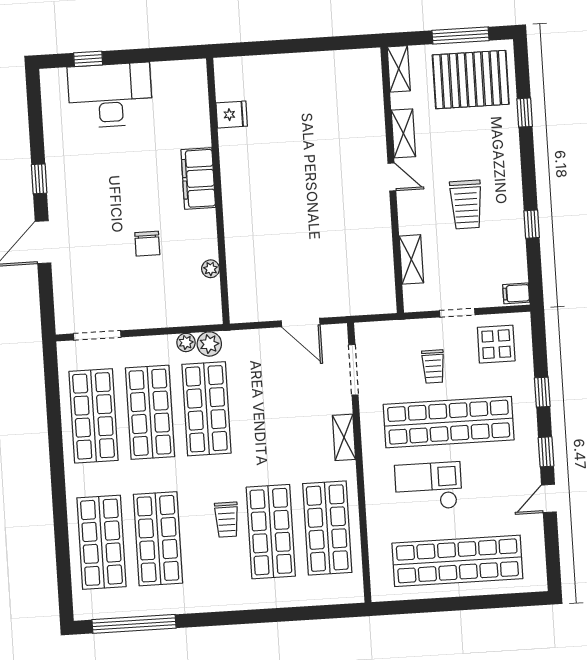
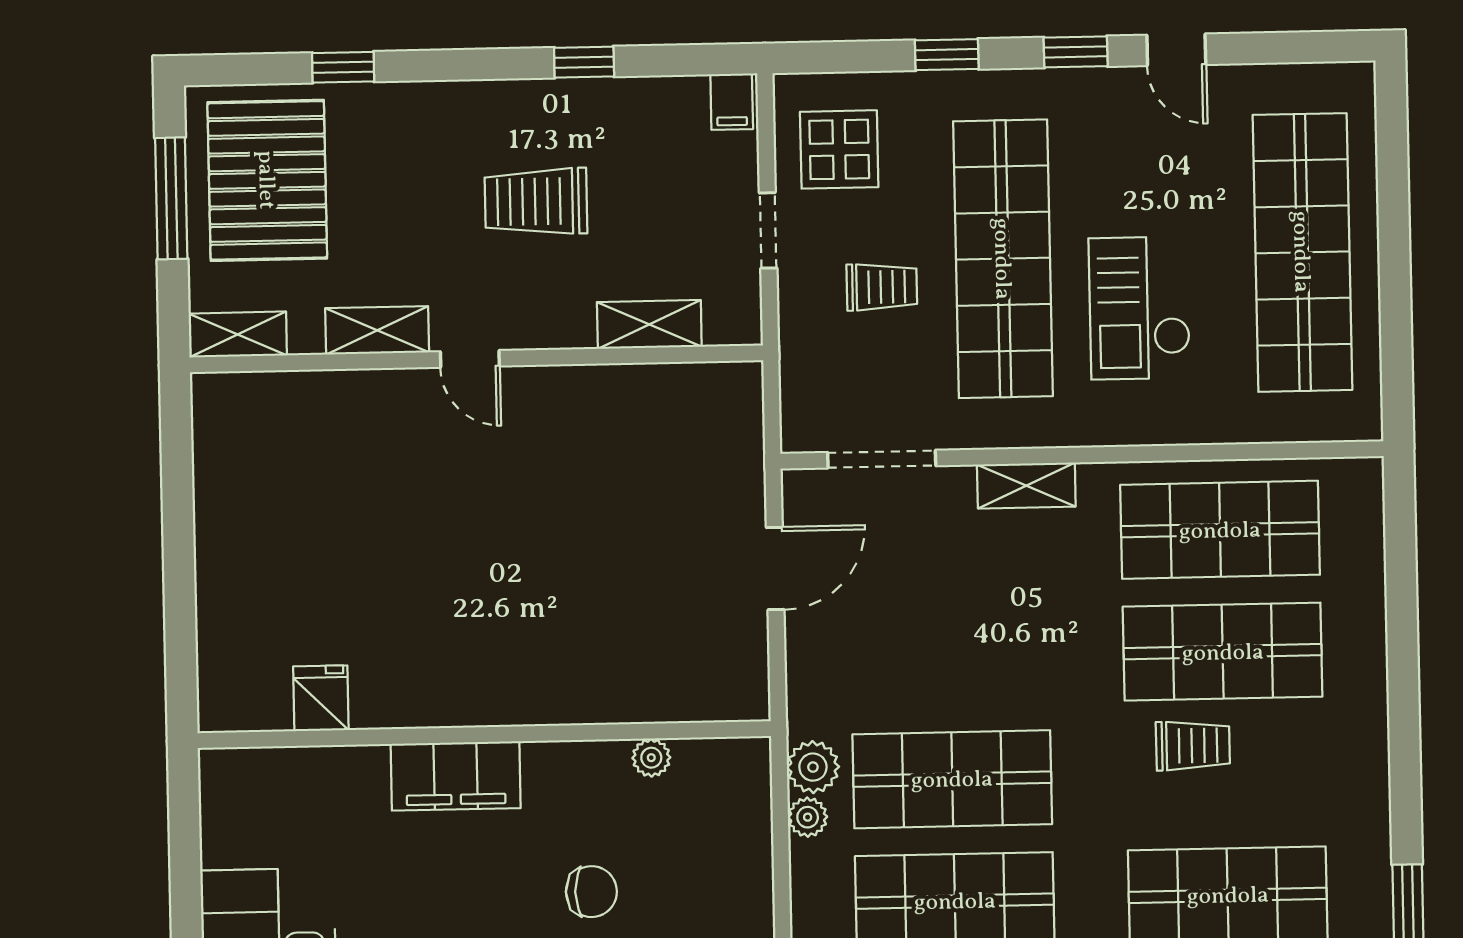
door: (392, 177) -> (470, 359), swing flipped
trolley: (466, 205) -> (536, 201), turned 180

